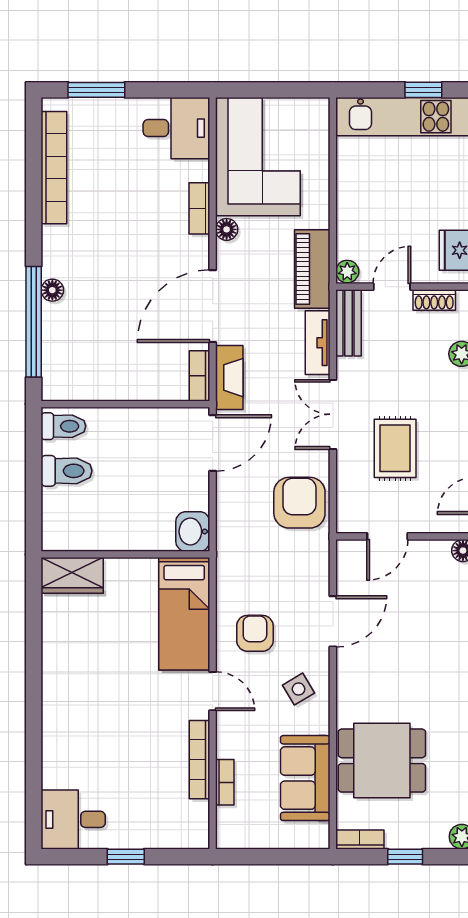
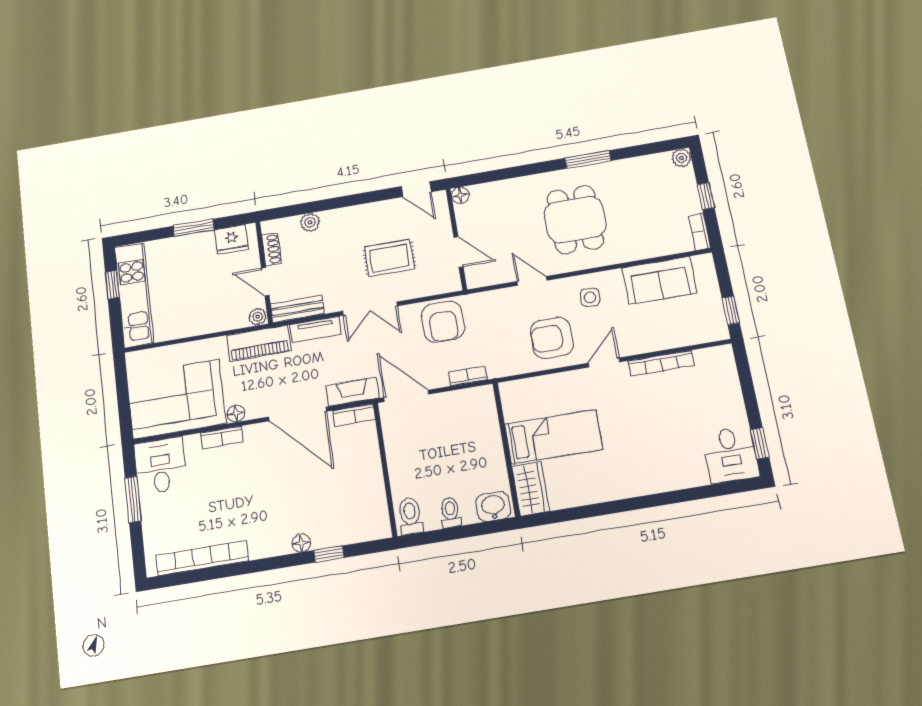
window: (96, 90) -> (133, 499), moved
window: (34, 322) -> (329, 554), width x0.32
toilet: (67, 471) -> (450, 512), width x0.73, depth x0.72
armchair: (299, 503) -> (443, 322), turned -90
washbasin: (193, 531) -> (493, 507), moved, turned 180
bed: (184, 614) -> (554, 437), moved
door: (333, 621) -> (532, 281), width x0.73
armchair: (255, 633) -> (552, 338), width x1.38, depth x1.38
side table: (299, 689) -> (590, 297), turned 38
dining table: (382, 761) -> (575, 220), moved
bookcase: (225, 782) -> (468, 376), moved
window: (126, 857) -> (760, 443), moved
window: (251, 857) -> (731, 310), added

